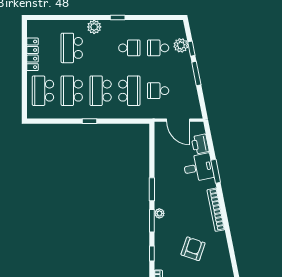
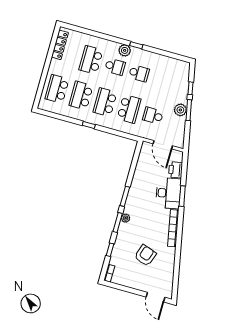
plant: (94, 27) -> (125, 50), moved
plant: (181, 45) -> (180, 110), moved
school desk: (158, 48) -> (115, 67), moved, turned 180
locker: (32, 54) -> (60, 45), moved
desk: (198, 168) -> (168, 193), width x1.37

